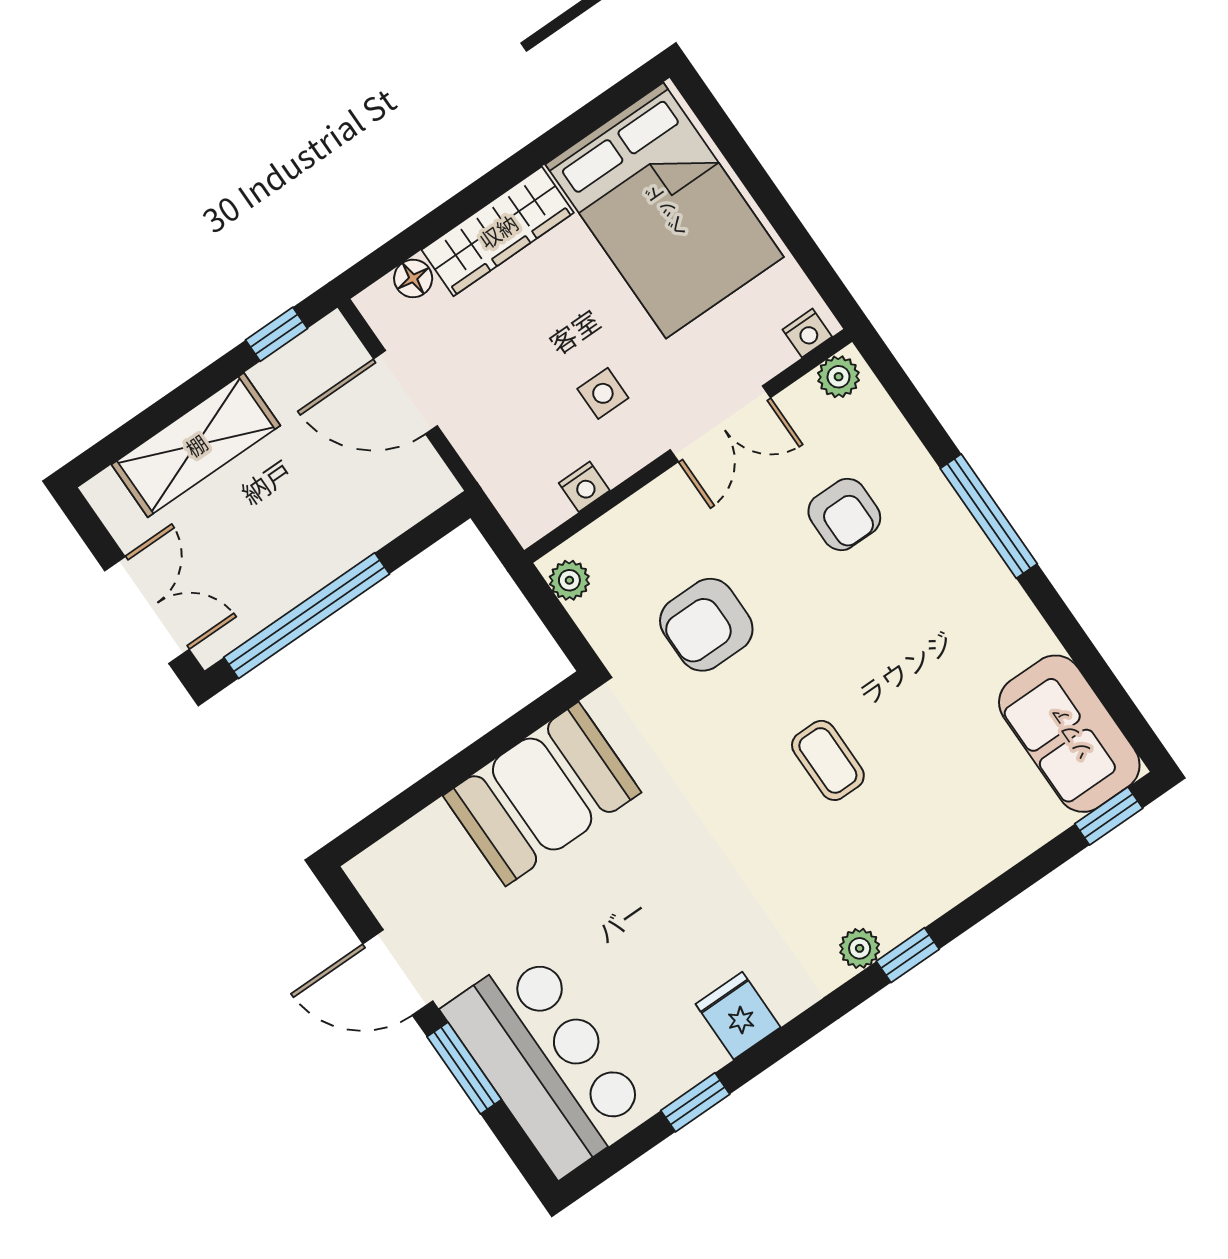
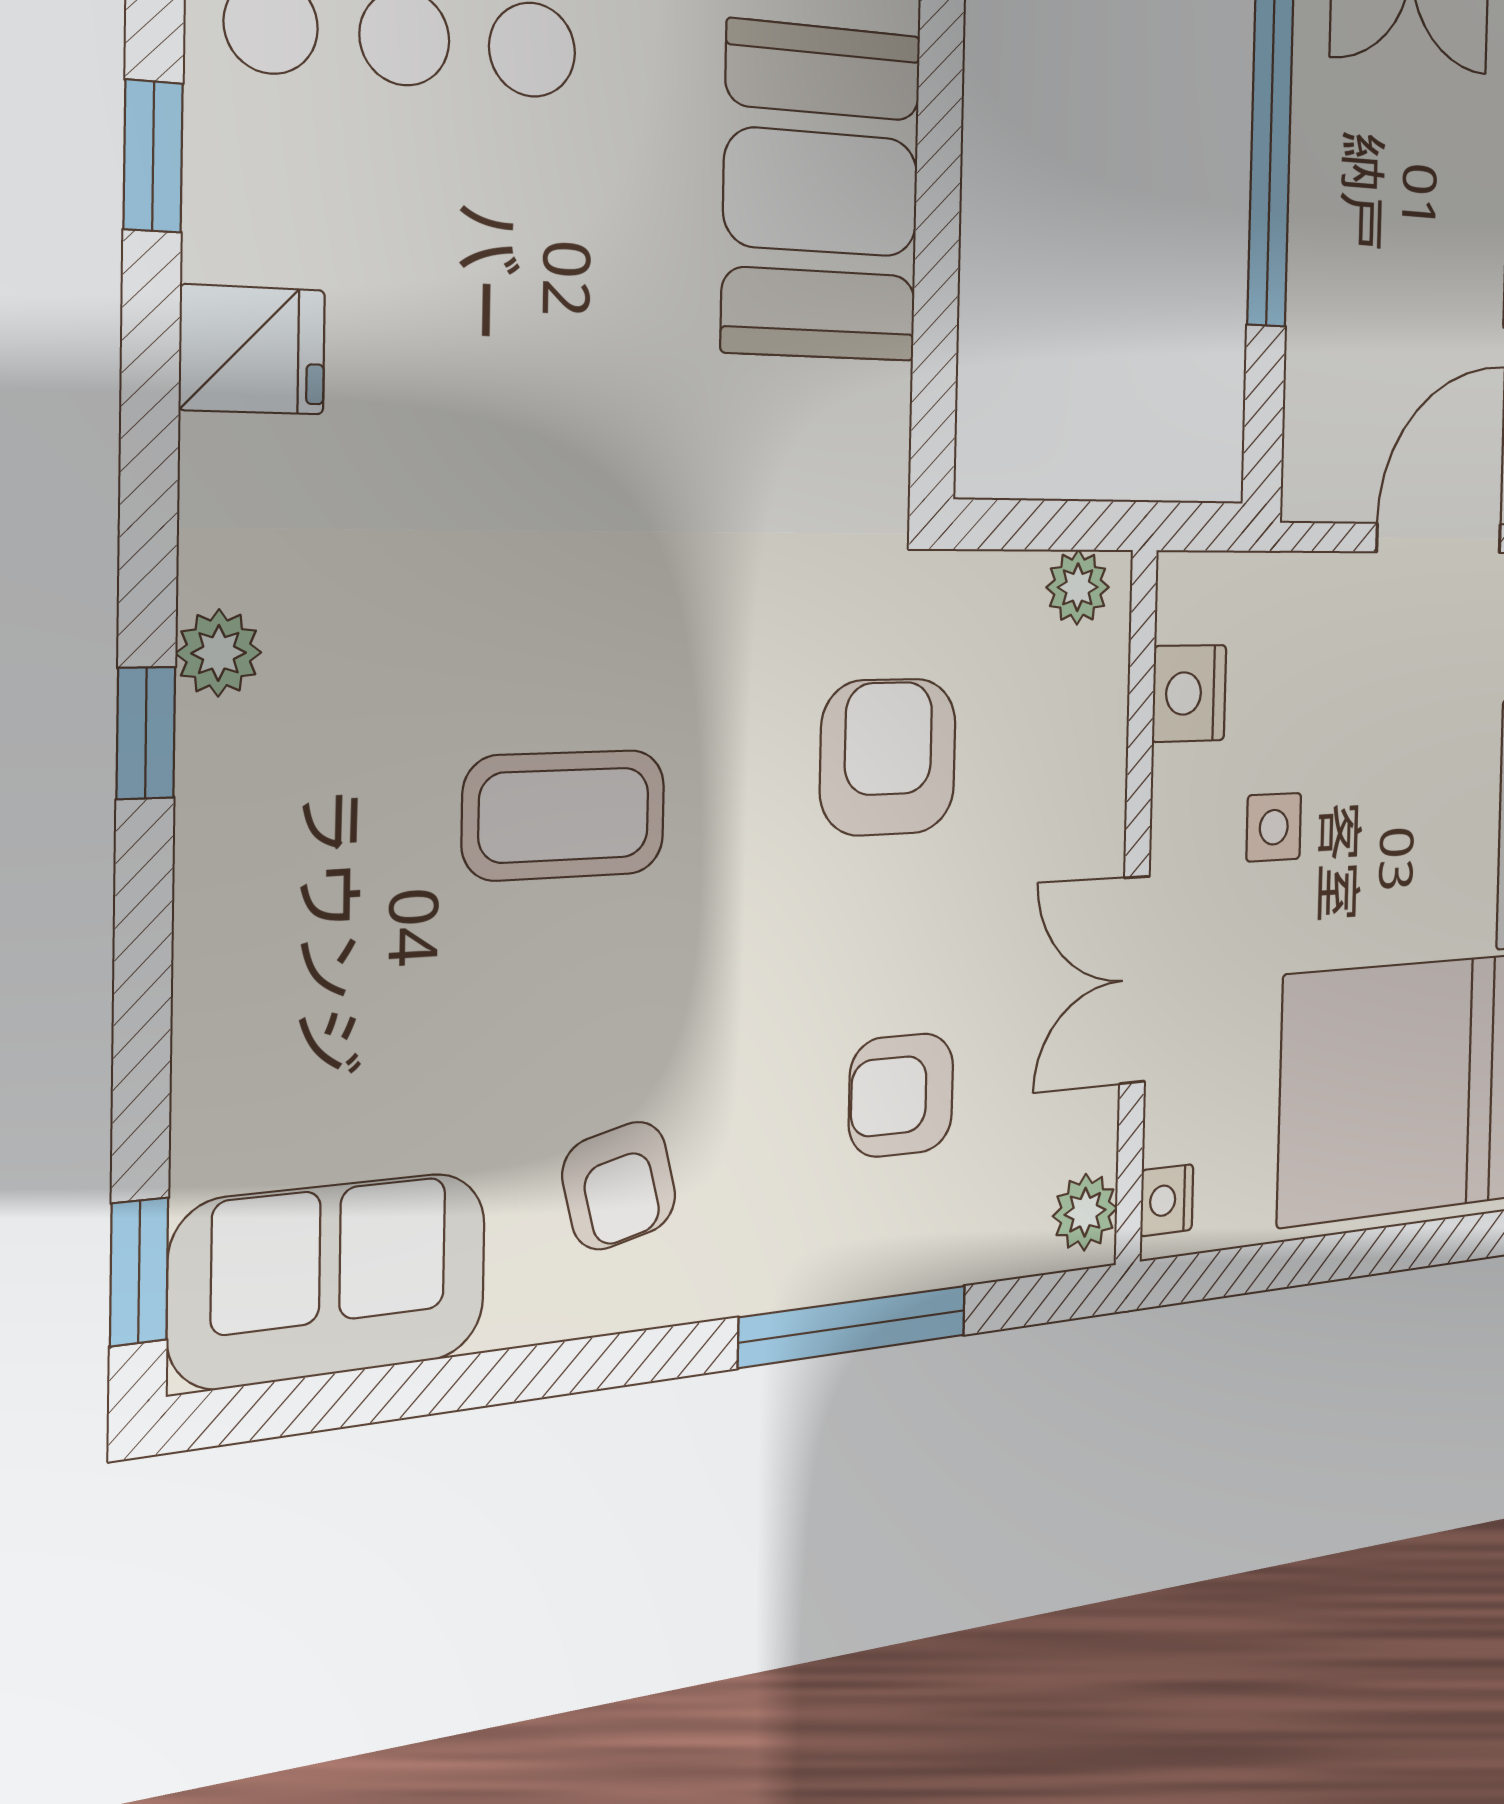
nightstand: (584, 487) -> (1189, 693), width x1.39, depth x1.35
window: (989, 516) -> (853, 1326), moved
armchair: (961, 629) -> (619, 1186), added
coffee table: (828, 760) -> (564, 815), width x1.36, depth x1.30
booth: (542, 794) -> (822, 192), moved

